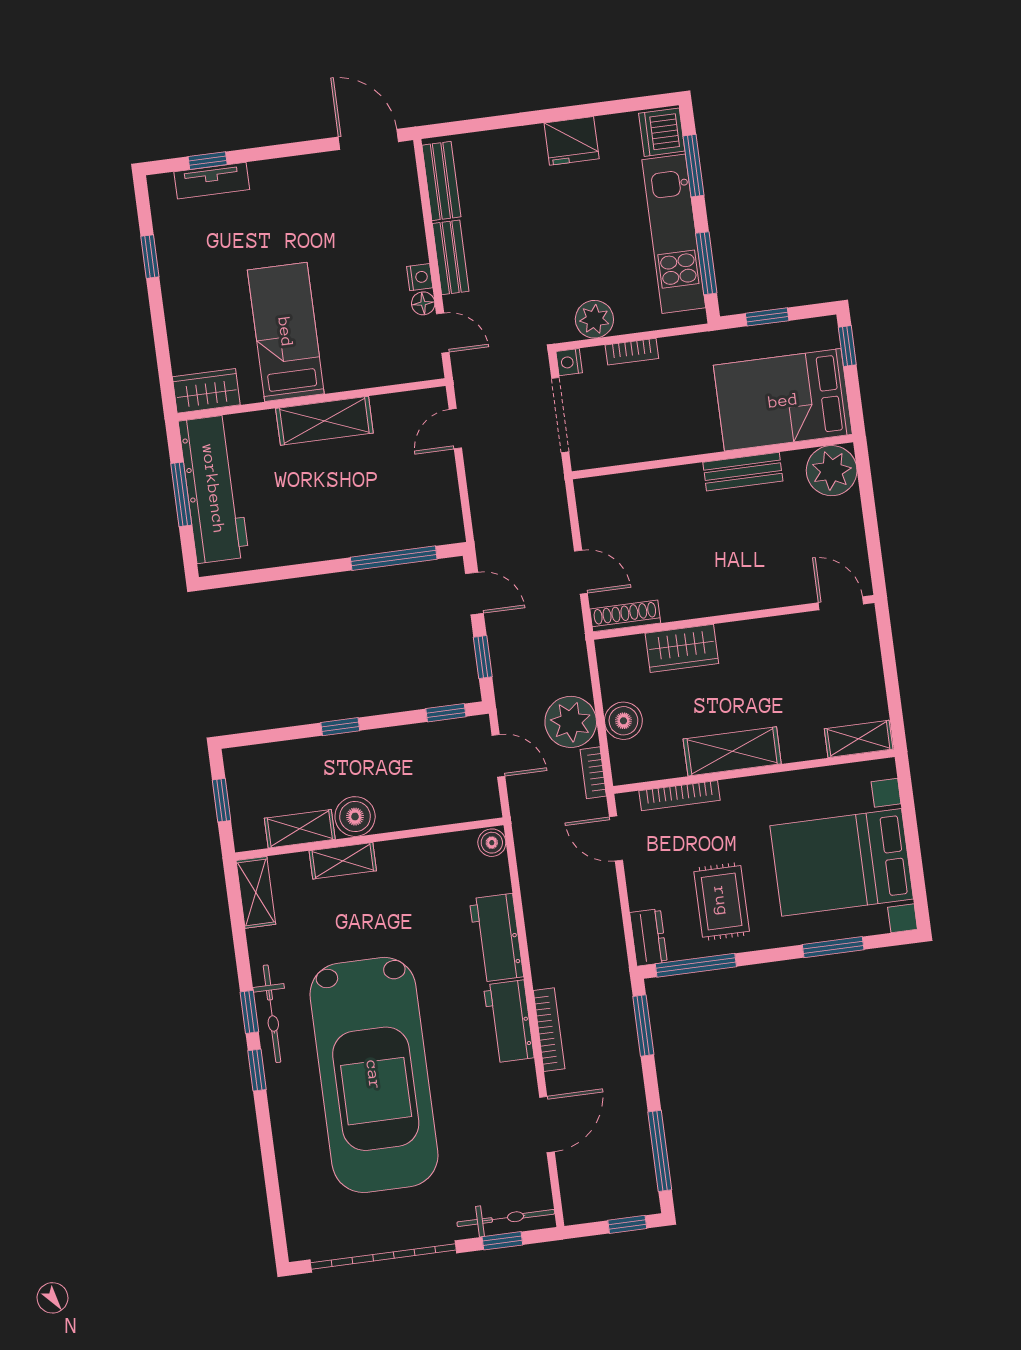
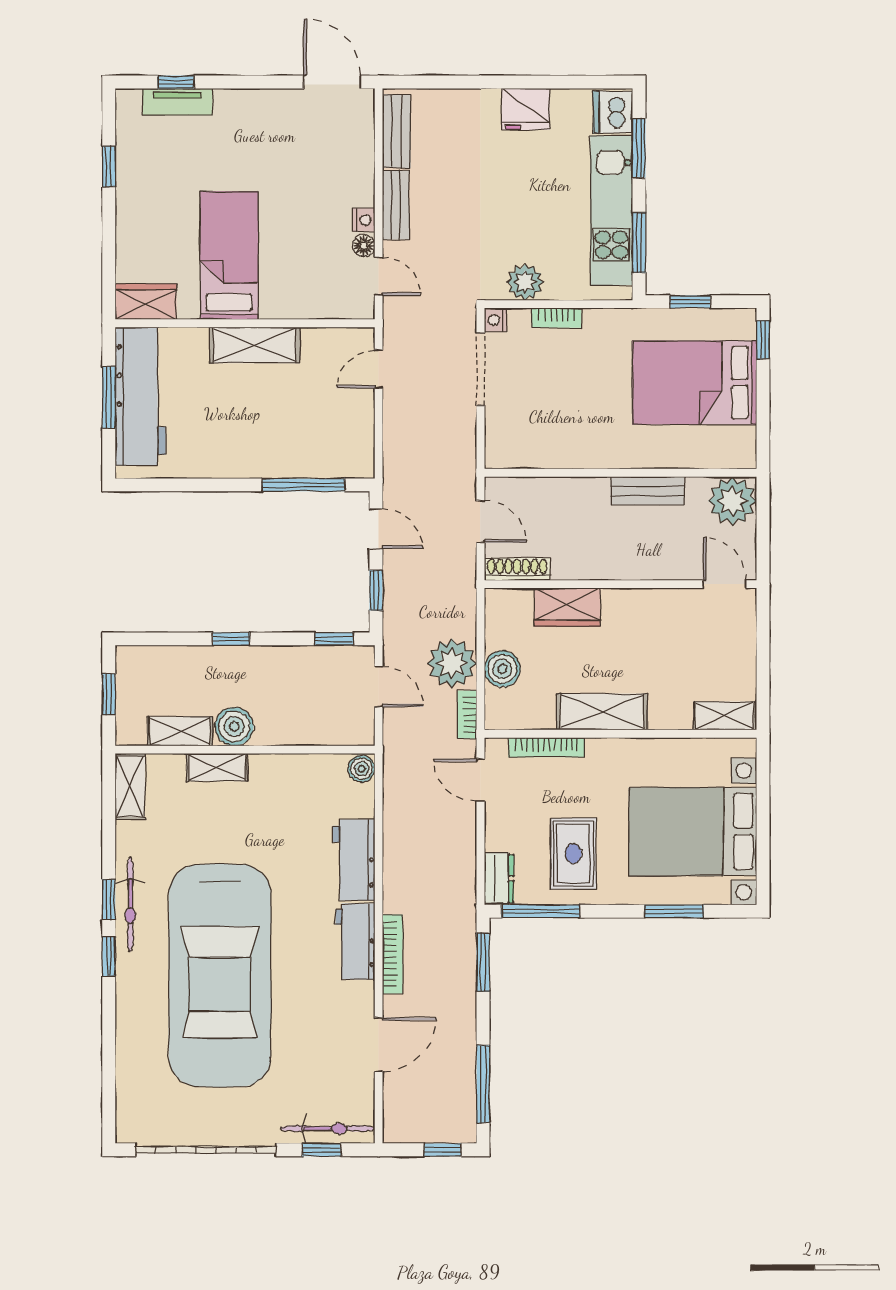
wall: (712, 457) -> (620, 473), moved
plant: (832, 471) -> (732, 501), moved
bench: (743, 472) -> (648, 491), moved

